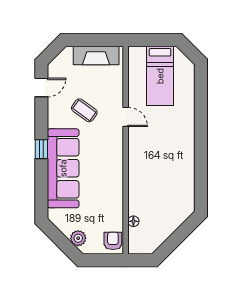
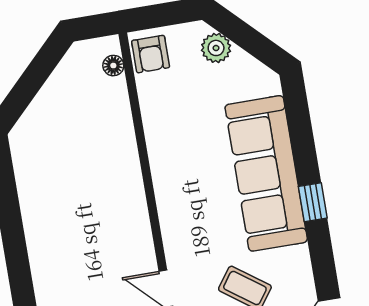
floor lamp: (133, 221) -> (113, 66), moved

